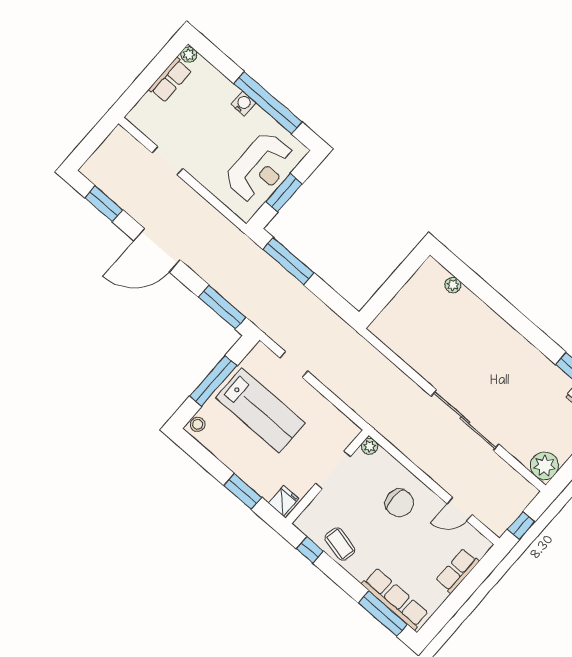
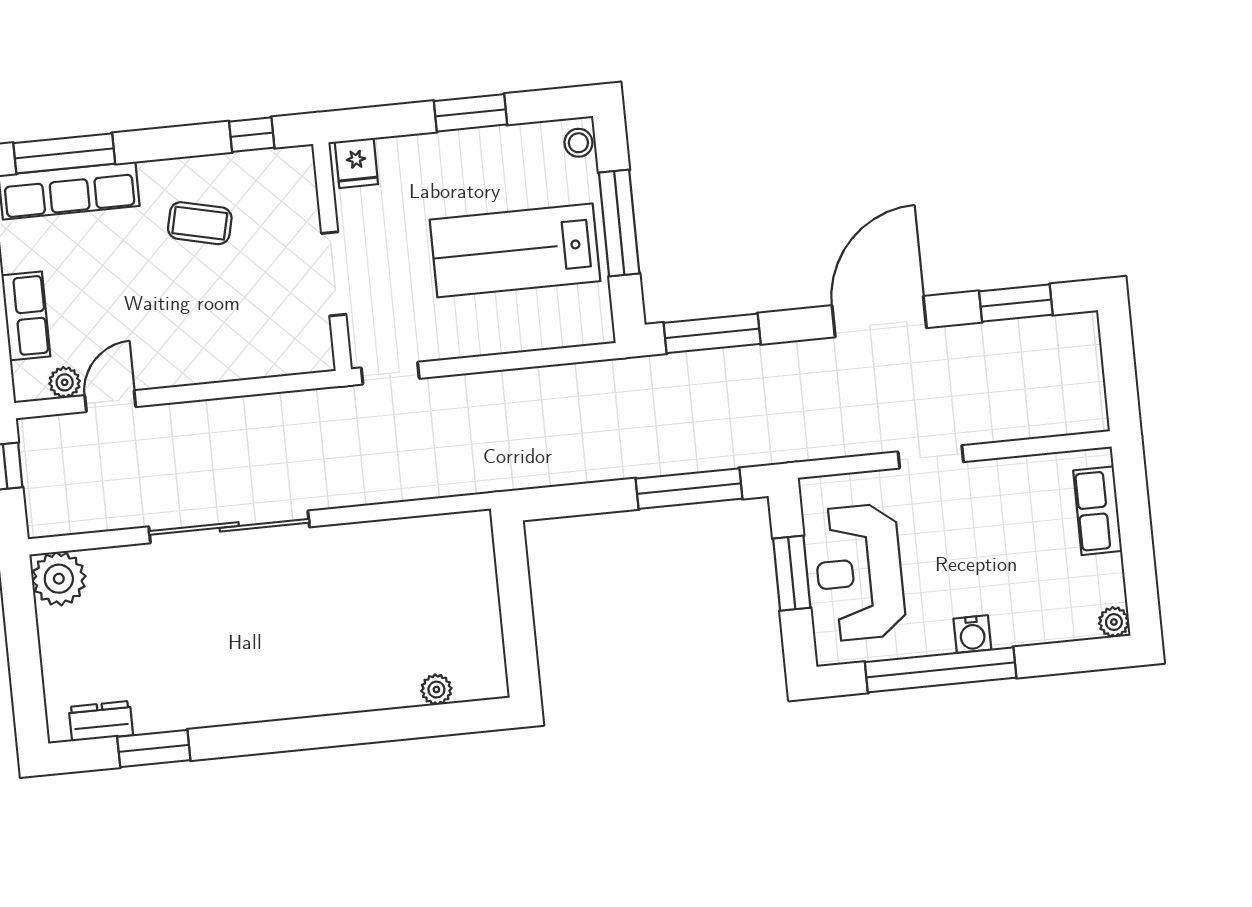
row of seats: (170, 80) -> (1098, 511), moved
doorway: (167, 161) -> (931, 457), moved
doorway: (294, 365) -> (390, 373), moved
plant: (370, 446) -> (65, 382), moved
window: (243, 491) -> (470, 113), moved
chair: (399, 503) -> (199, 324), removed
coffee table: (340, 544) -> (200, 223), moved

